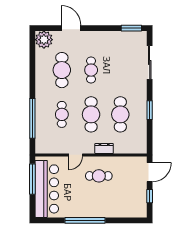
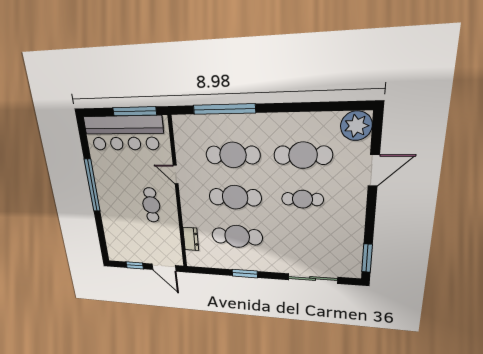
cafe table: (62, 114) -> (233, 155), width x1.37, depth x1.35
dresser: (104, 149) -> (191, 239), moved

